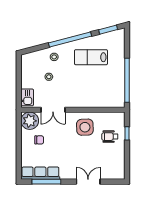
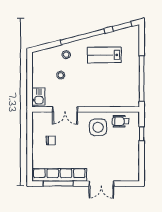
plant: (30, 121) -> (41, 121), removed
wheelchair: (110, 137) -> (121, 121), moved
row of seats: (40, 173) -> (59, 175), width x1.36
double door: (88, 182) -> (101, 184), swing flipped

